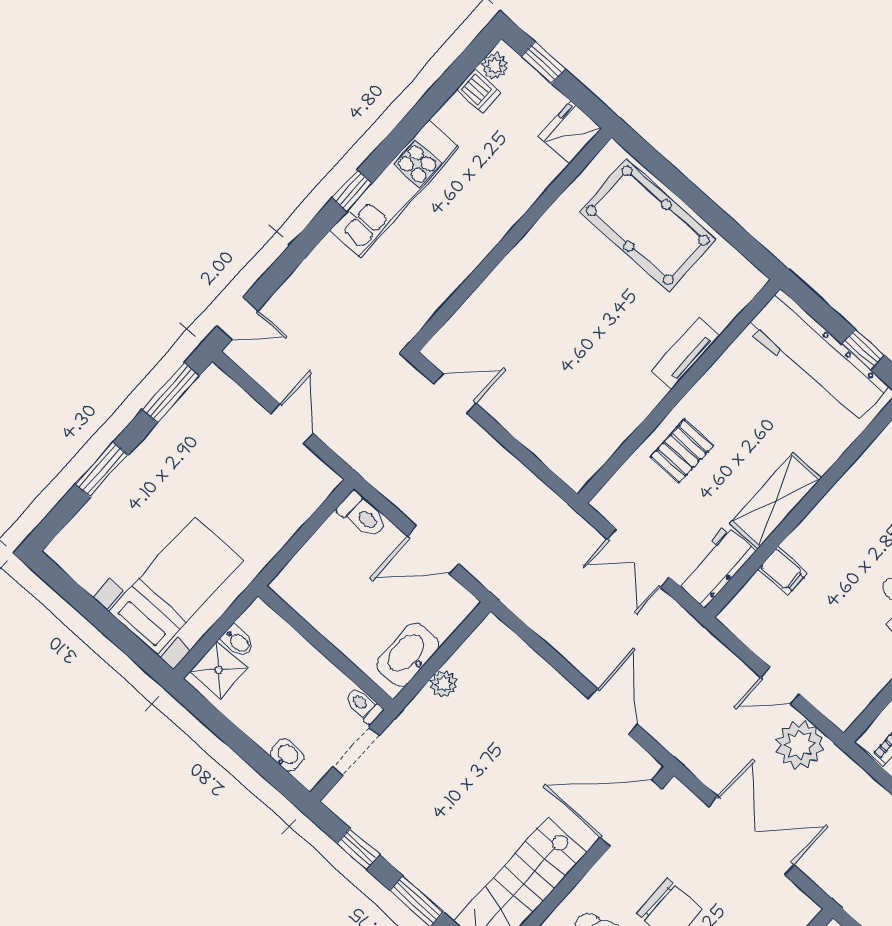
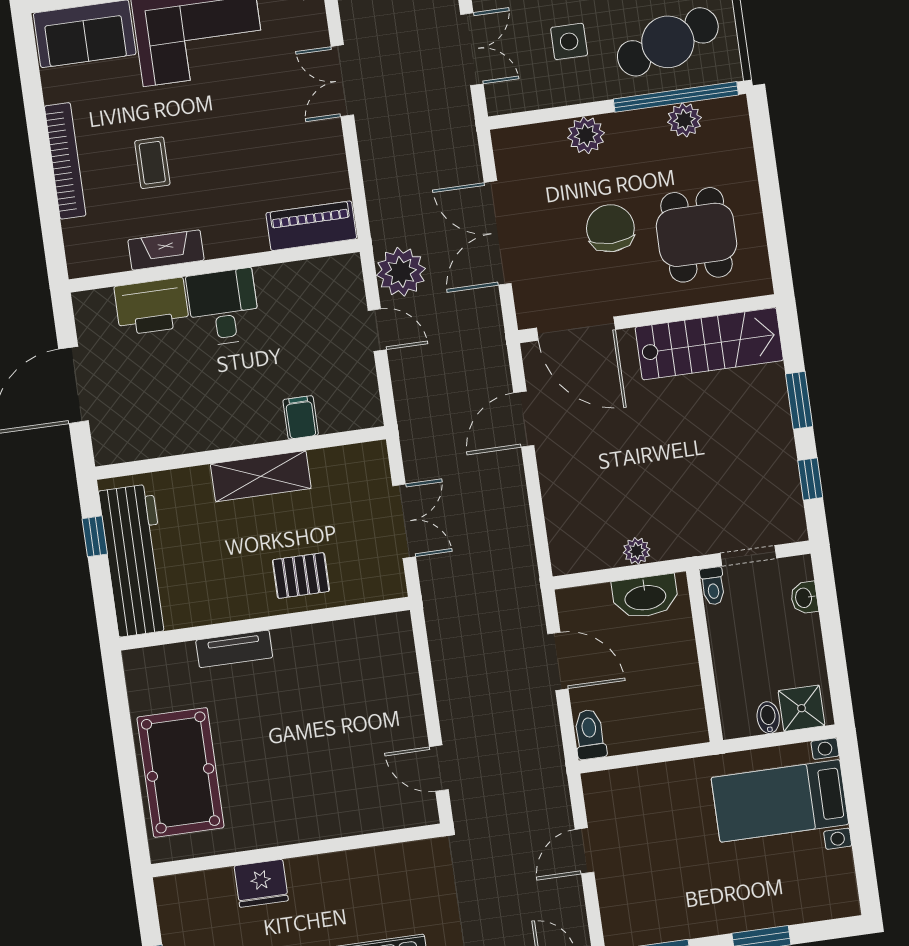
fridge: (570, 133) -> (261, 883), moved
workbench: (716, 566) -> (350, 465), removed

